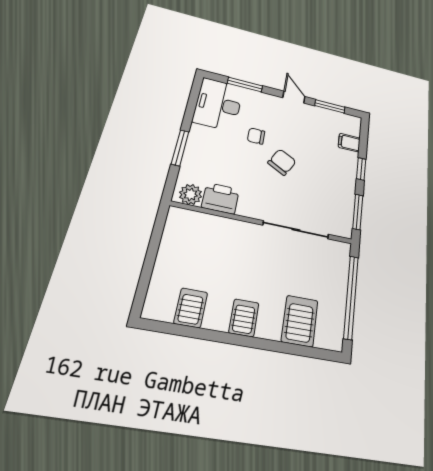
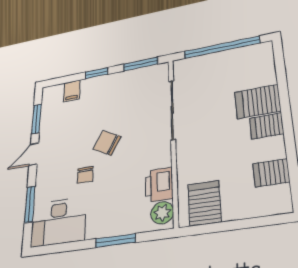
server rack: (185, 235) -> (204, 203), added
server rack: (300, 321) -> (258, 102), moved

